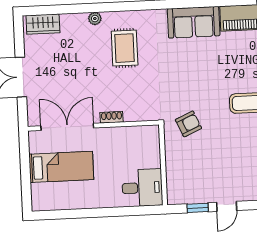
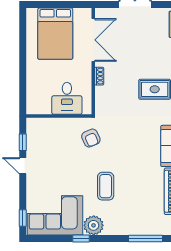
bed: (61, 167) -> (55, 34), width x1.50
desk: (142, 188) -> (67, 98), moved

